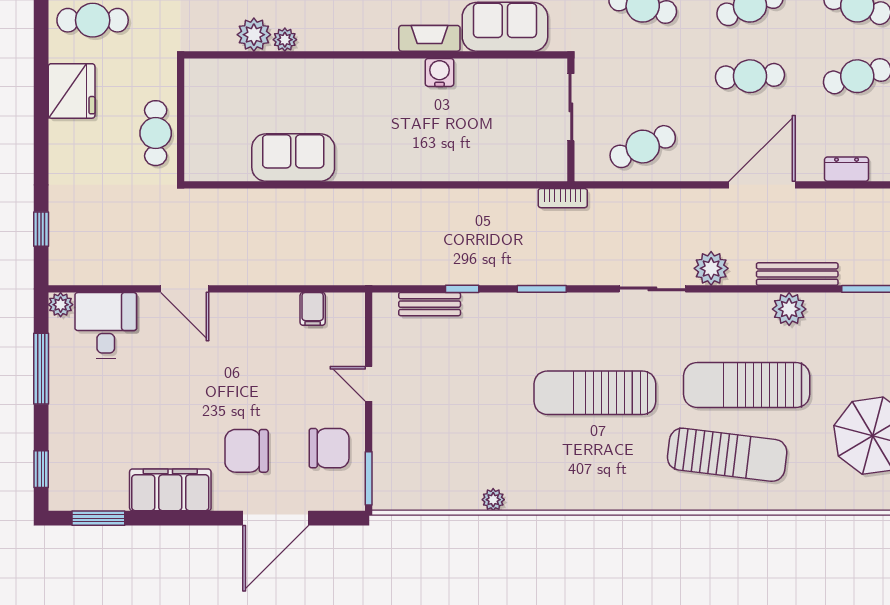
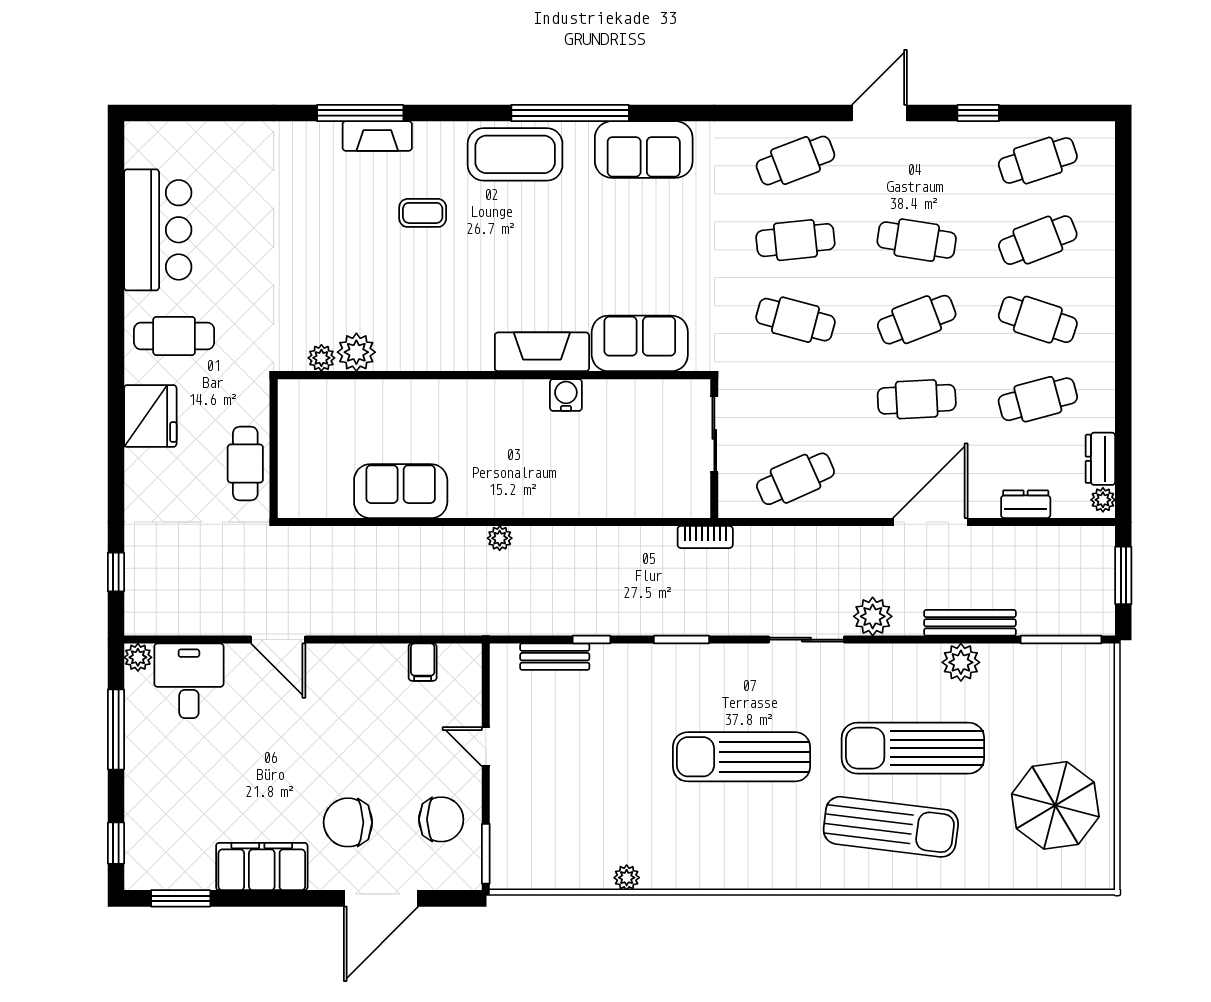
fireplace: (429, 38) -> (542, 352), width x1.37, depth x1.32
plant: (285, 40) -> (321, 358), moved
plant: (381, 199) -> (500, 538), added

